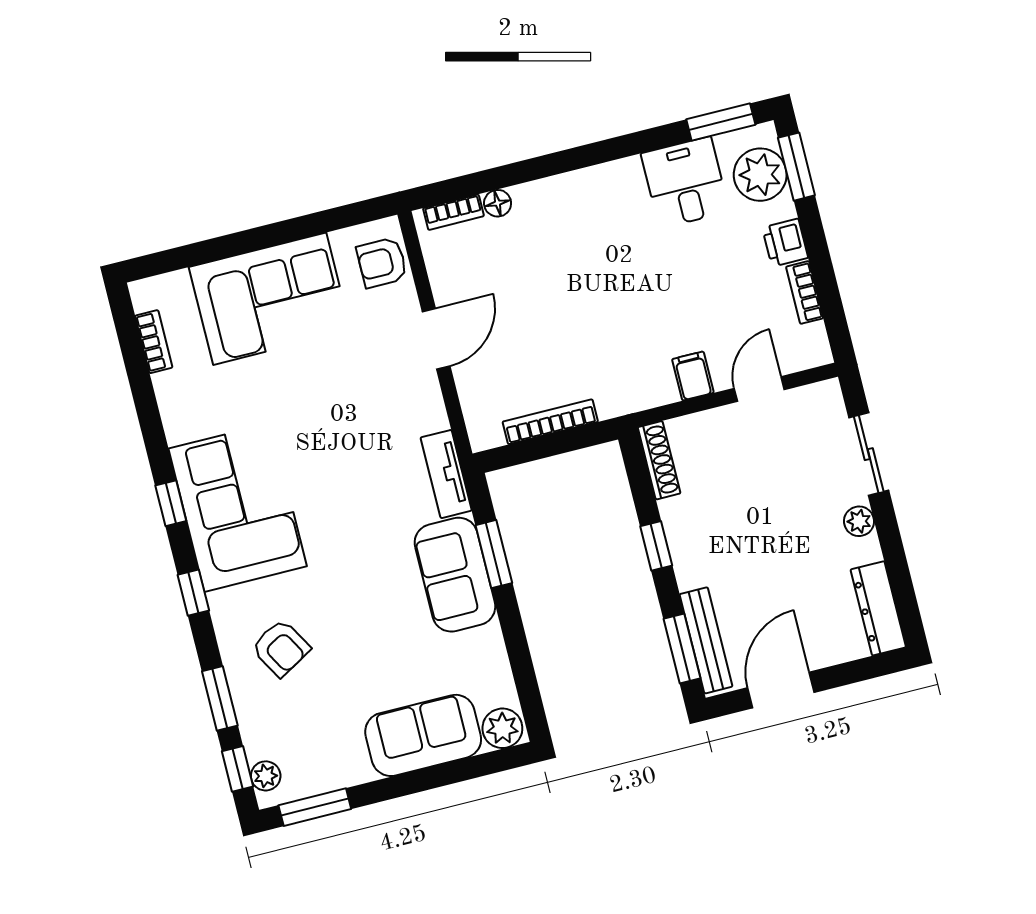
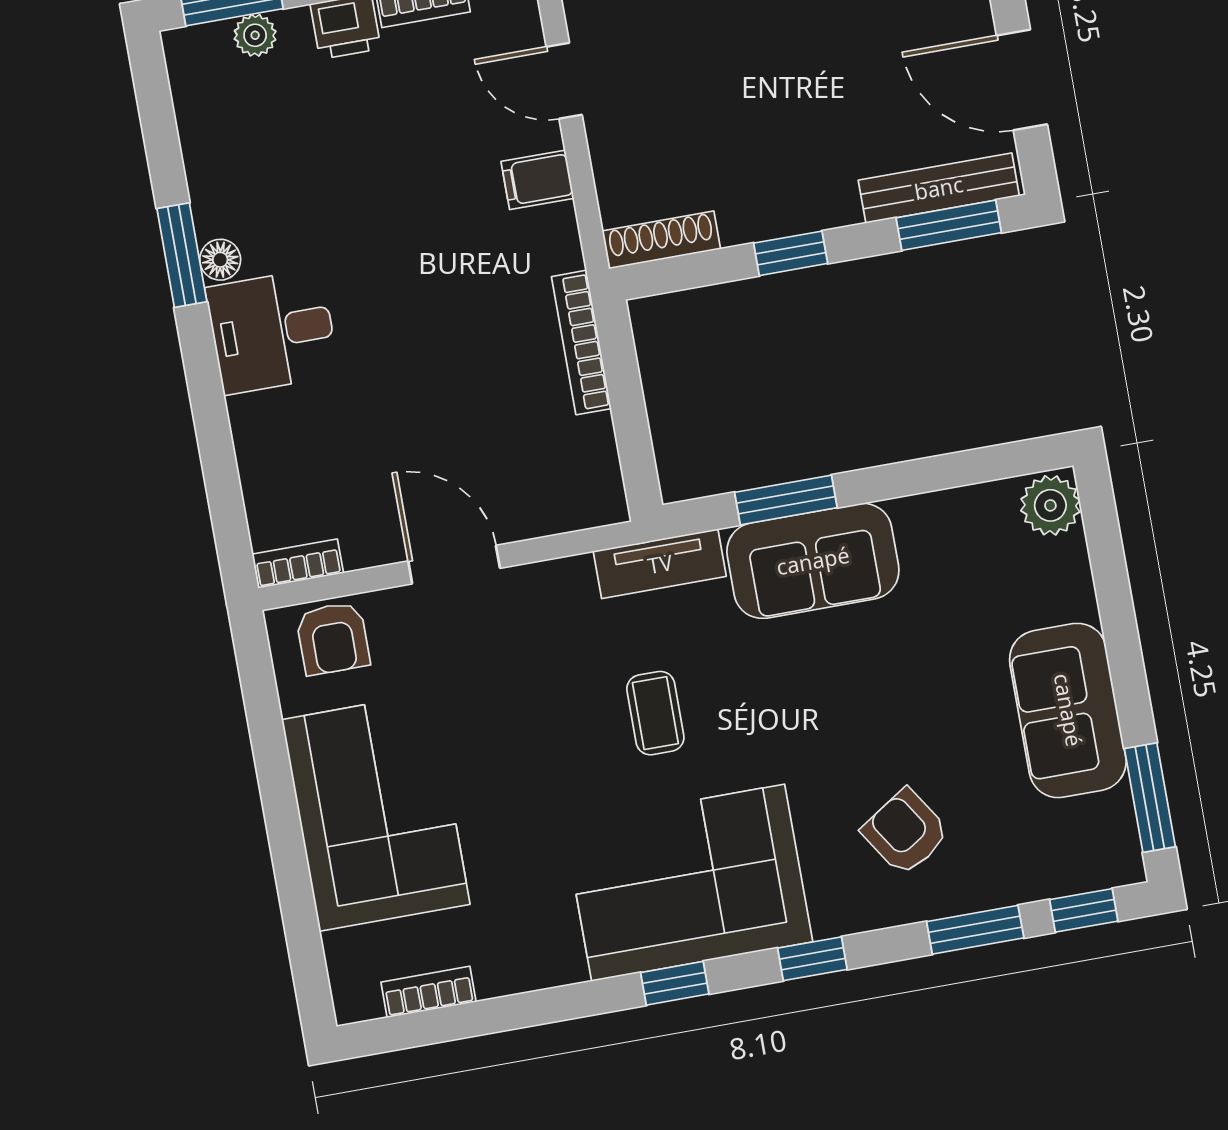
window: (721, 122) -> (182, 255), moved
plant: (760, 175) -> (255, 35), width x0.53, depth x0.53
desk: (685, 182) -> (272, 331), moved
floor lamp: (498, 203) -> (220, 260), moved
bookcase: (453, 212) -> (298, 564), moved, turned -90
bookcase: (550, 422) -> (581, 343), moved
coffee table: (348, 478) -> (655, 713), added
armchair: (281, 648) -> (905, 832), turned -93
sofa: (423, 735) -> (1068, 710), moved
plant: (266, 776) -> (1097, 869), removed

